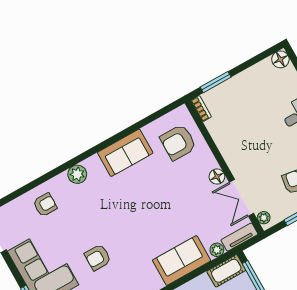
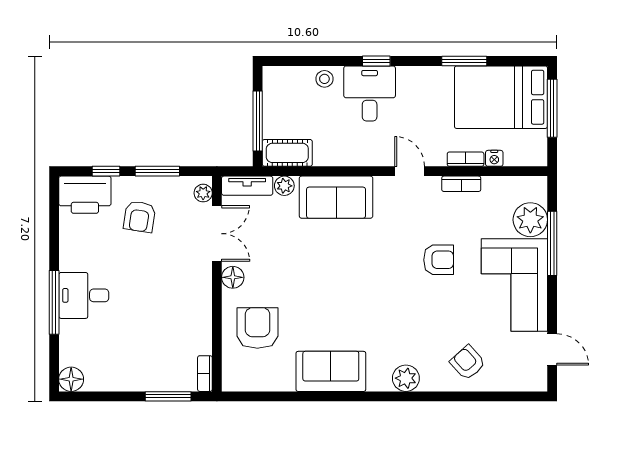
armchair: (178, 142) -> (257, 328), moved, turned -90
armchair: (45, 205) -> (468, 363), turned 48

